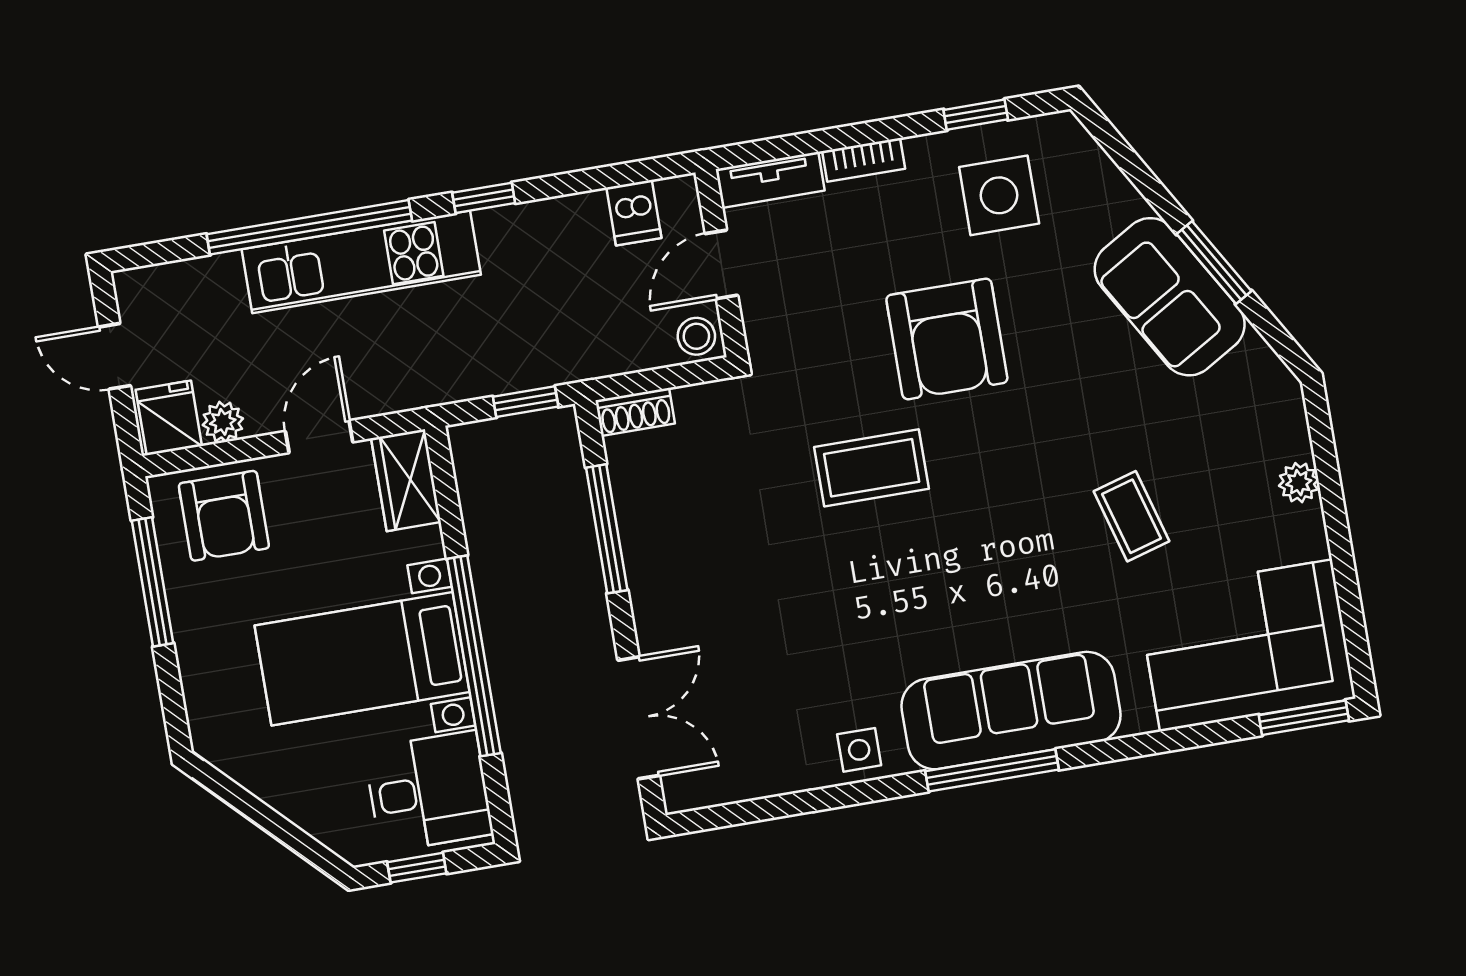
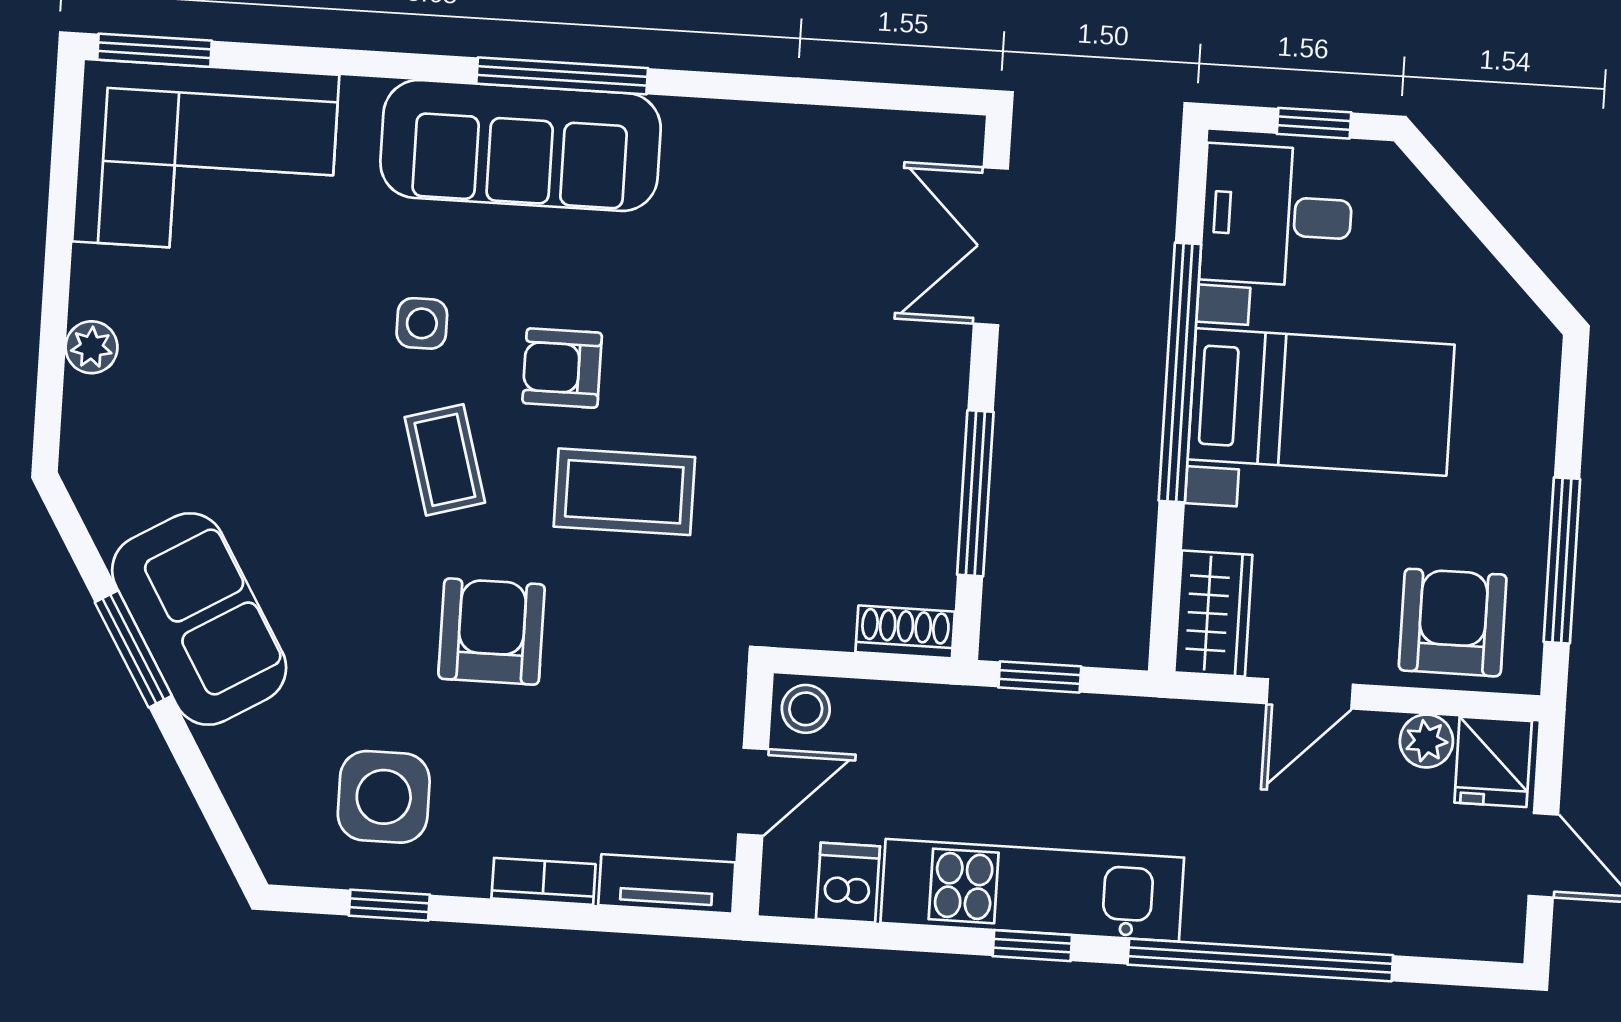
kitchen unit: (361, 262) -> (1032, 890), moved
armchair: (947, 339) -> (492, 632), width x0.73, depth x0.73
coffee table: (1132, 516) -> (445, 460), moved
armchair: (940, 550) -> (562, 368), added
side table: (859, 750) -> (422, 323), moved

